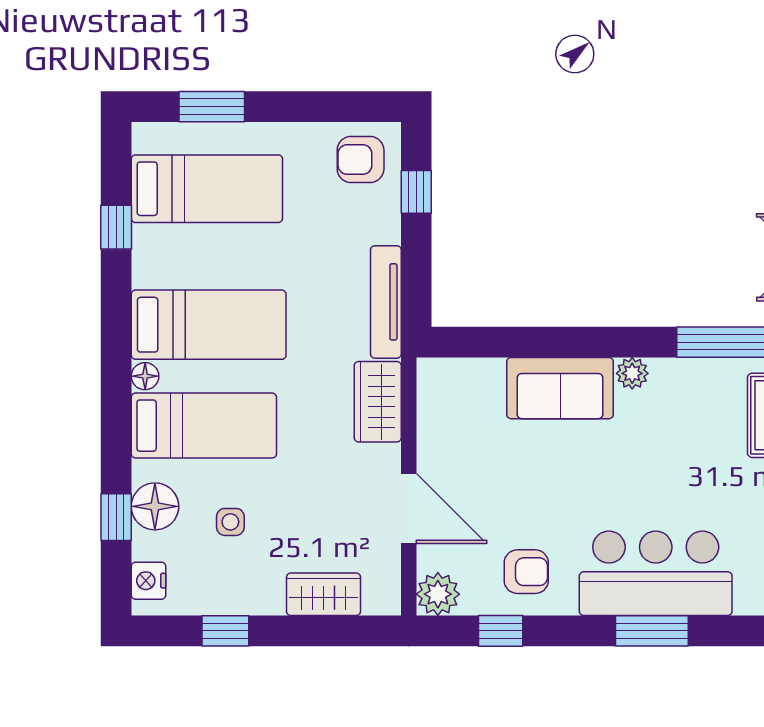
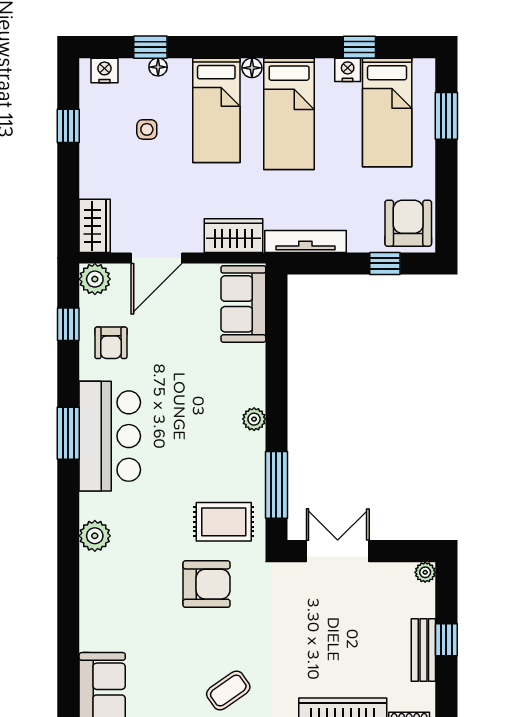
armchair: (361, 160) -> (408, 223), width x1.38, depth x1.38
nightstand: (148, 243) -> (348, 70), added
sofa: (560, 388) -> (243, 304), moved
floor lamp: (155, 506) -> (158, 67), width x0.53, depth x0.53
wardrobe: (323, 594) -> (95, 226), moved

